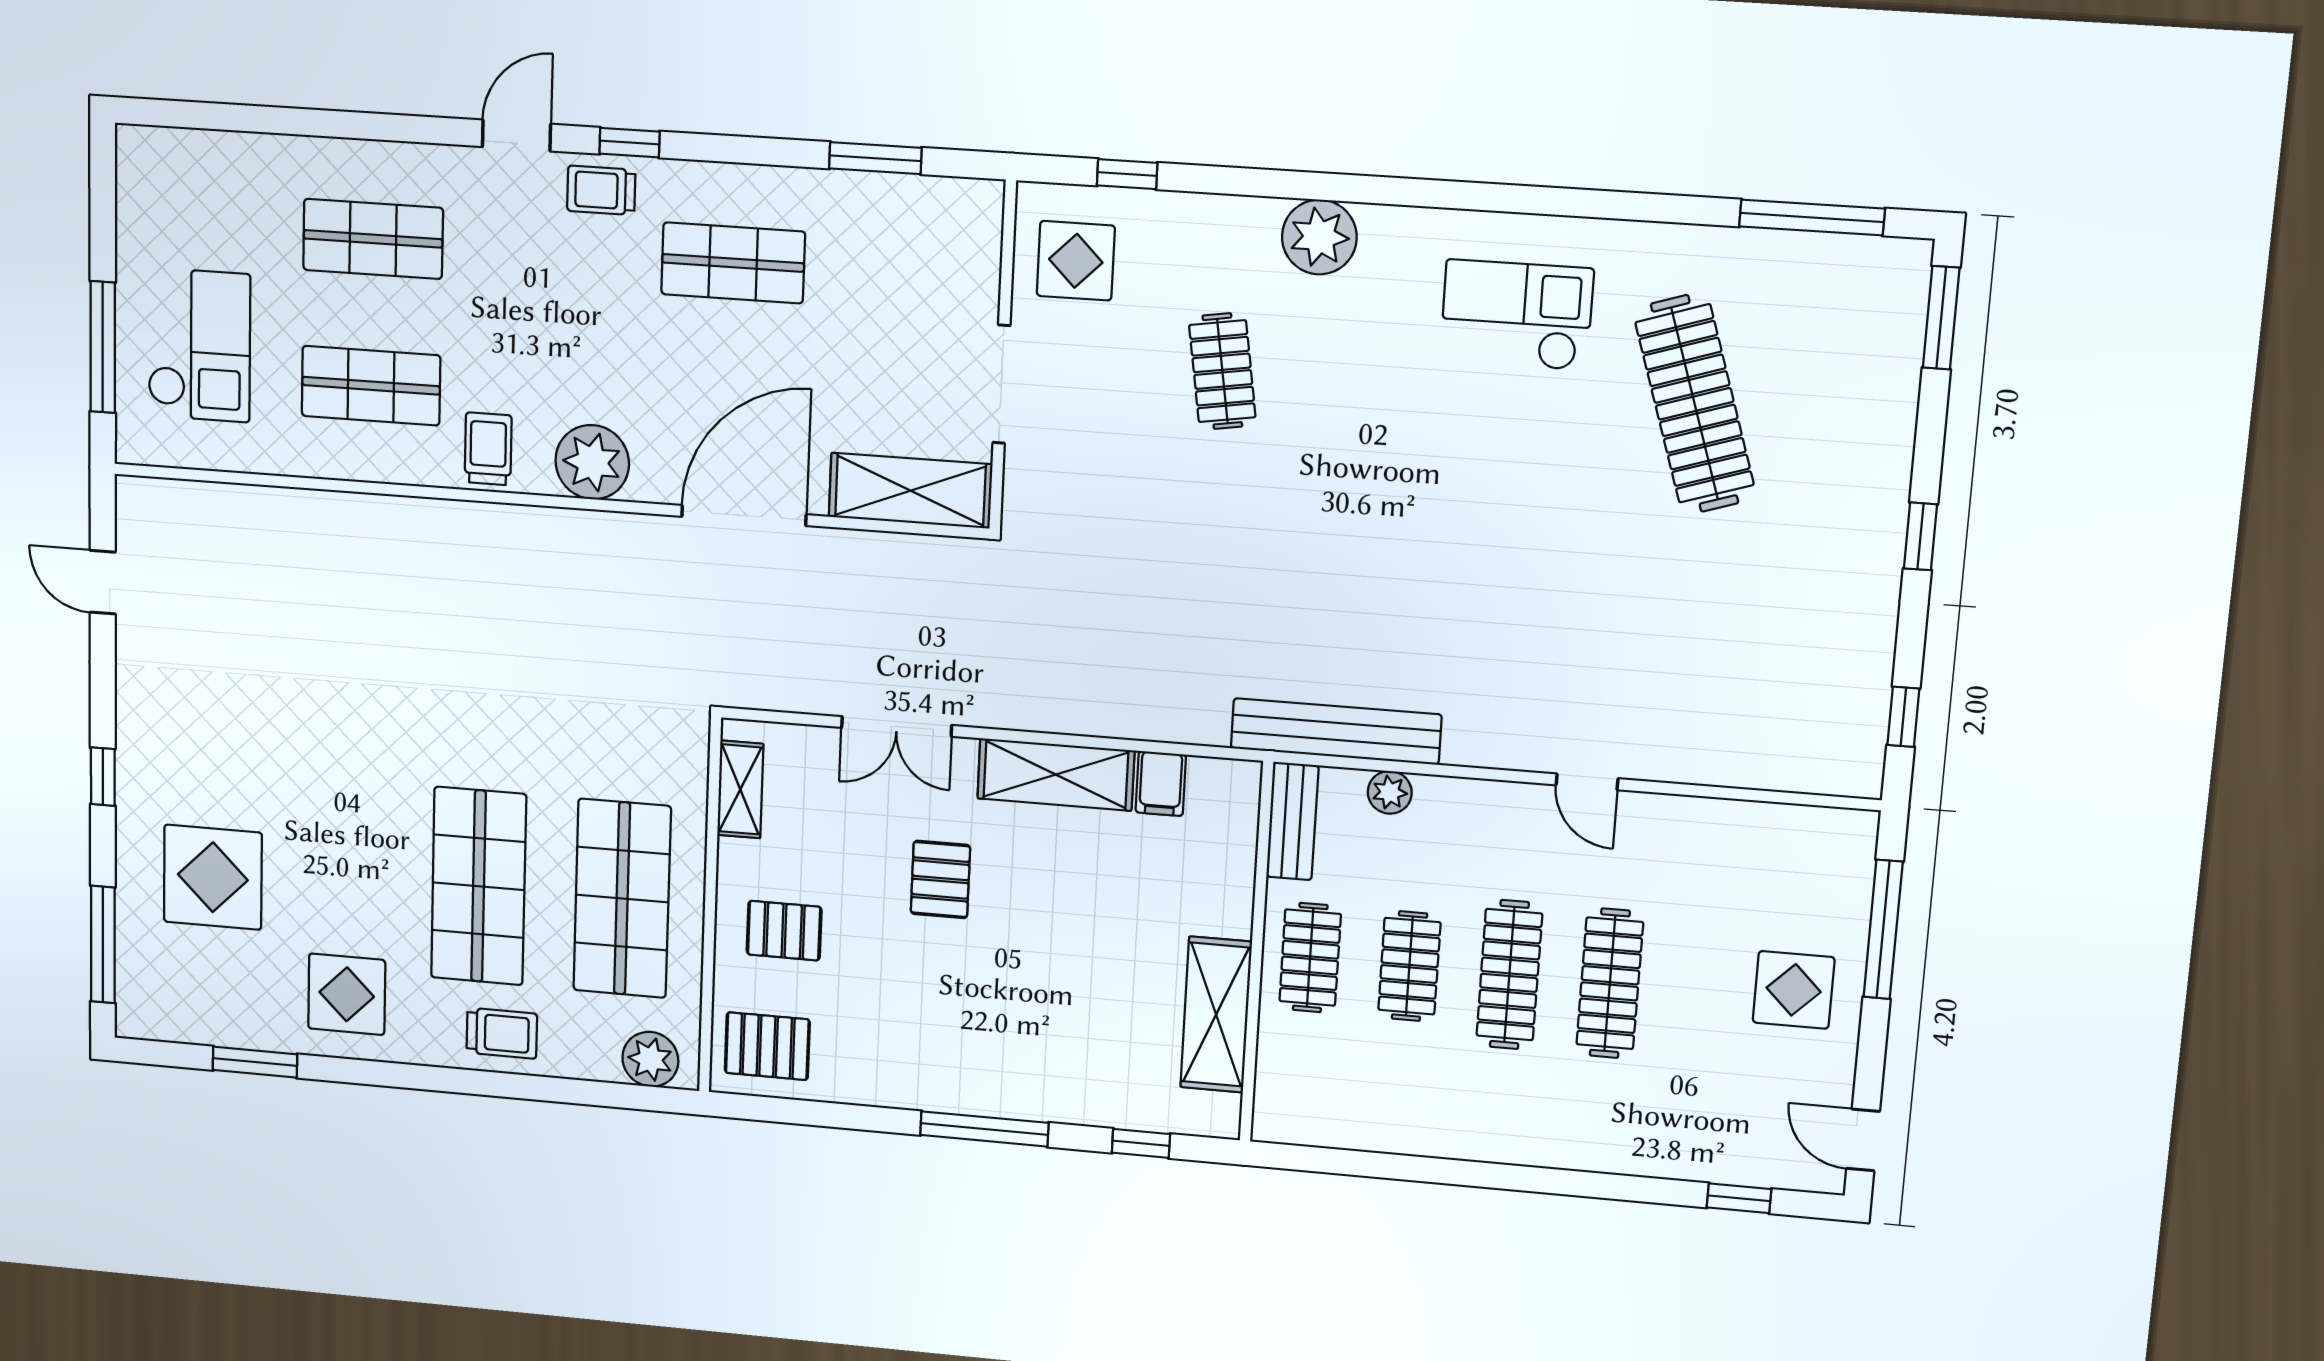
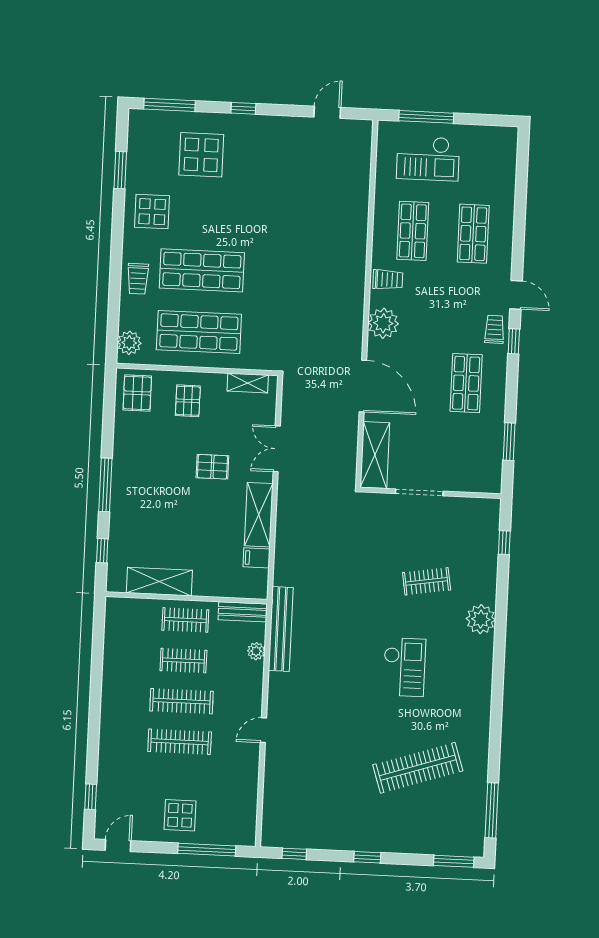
display table: (1076, 261) -> (470, 522), removed
checkout: (1517, 315) -> (404, 667), moved

